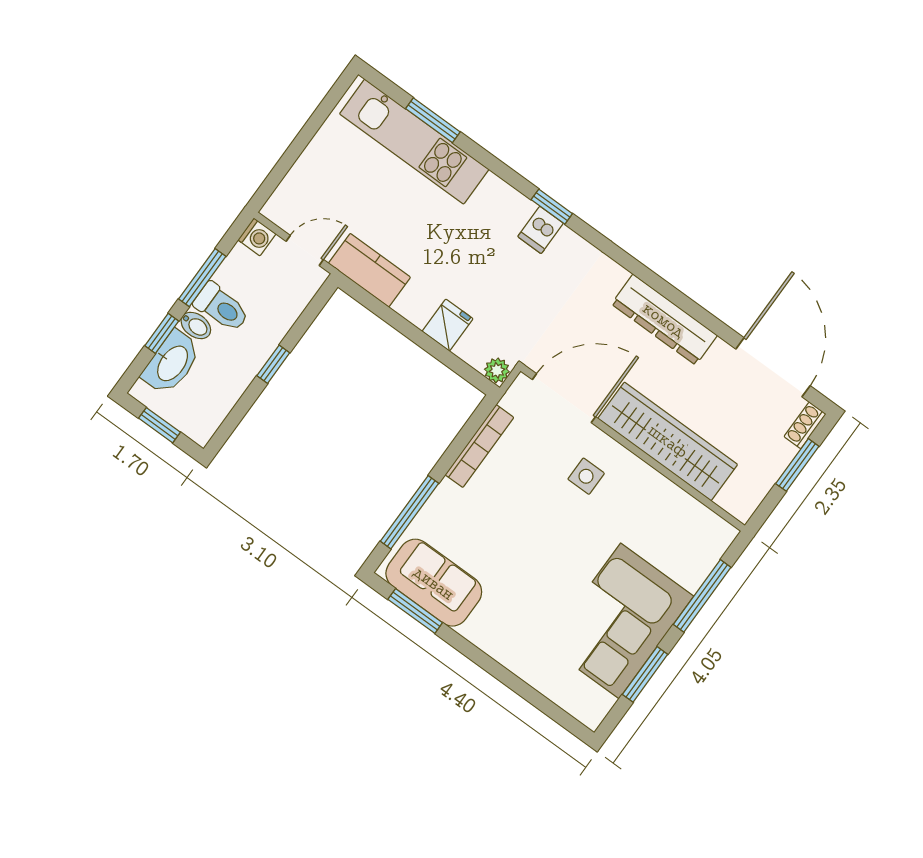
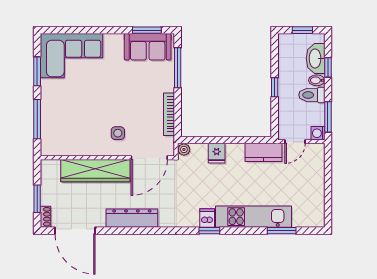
kitchen unit: (414, 142) -> (254, 217), moved
window: (202, 278) -> (328, 117), moved
corner sofa: (620, 621) -> (71, 56), moved, turned 90

